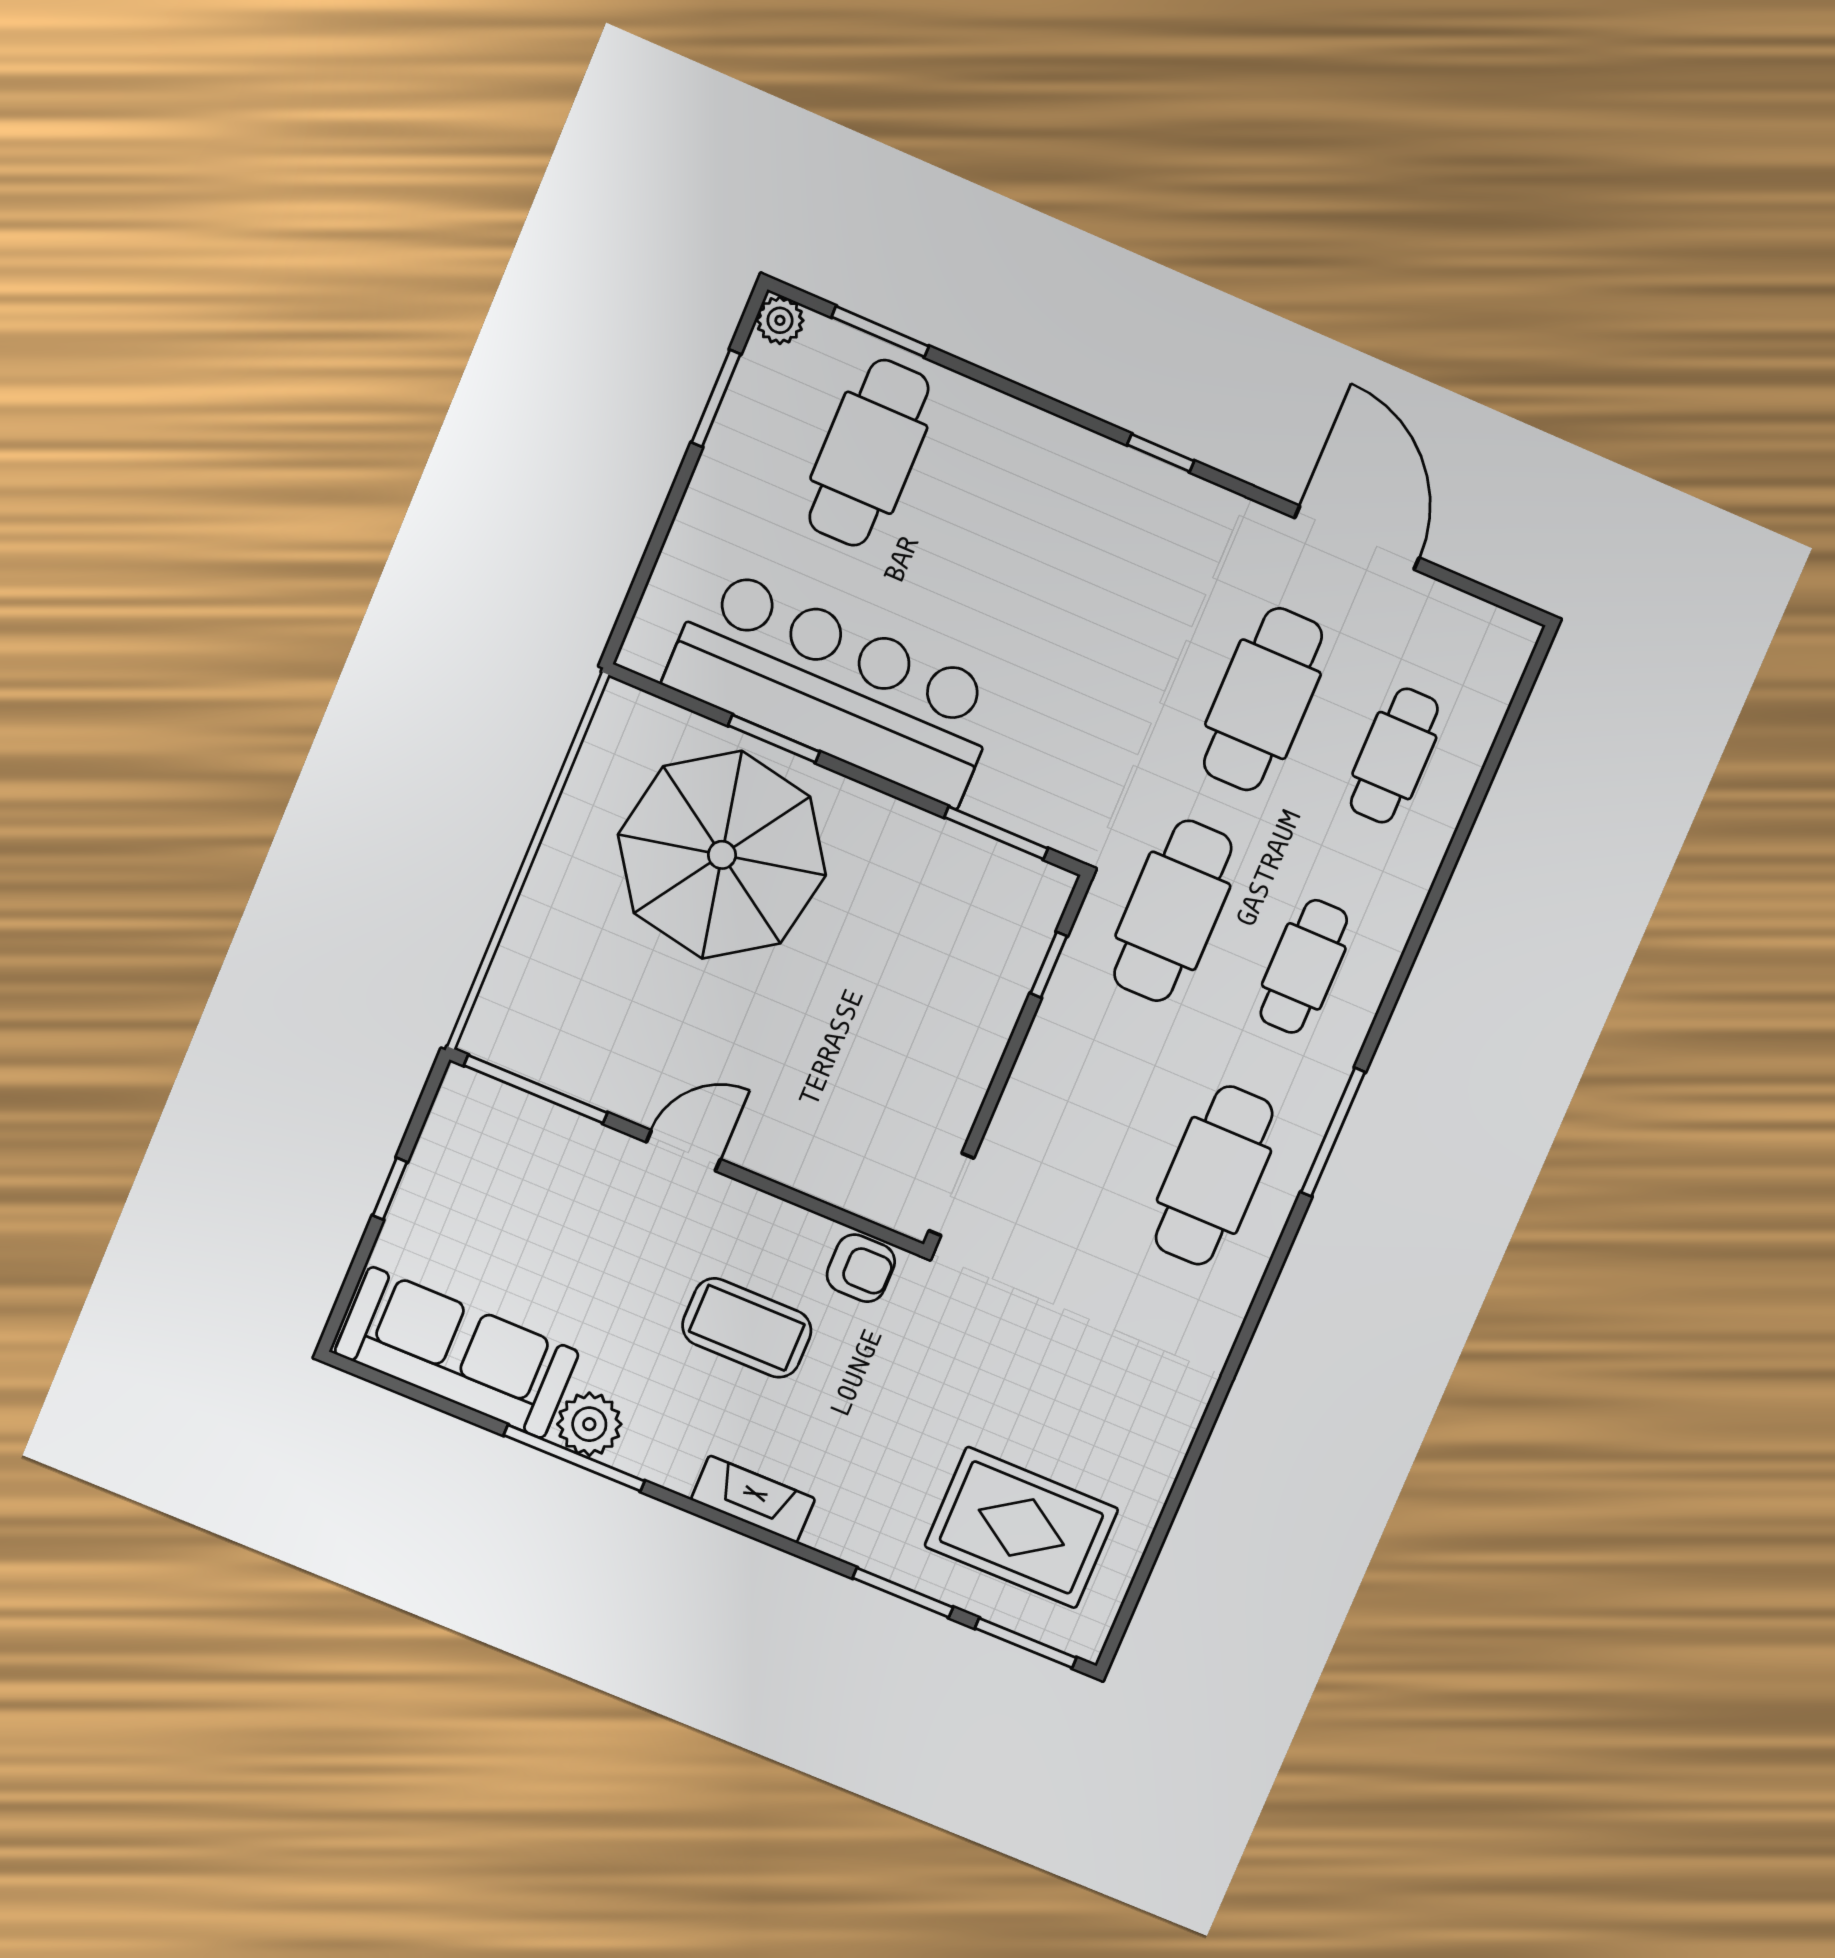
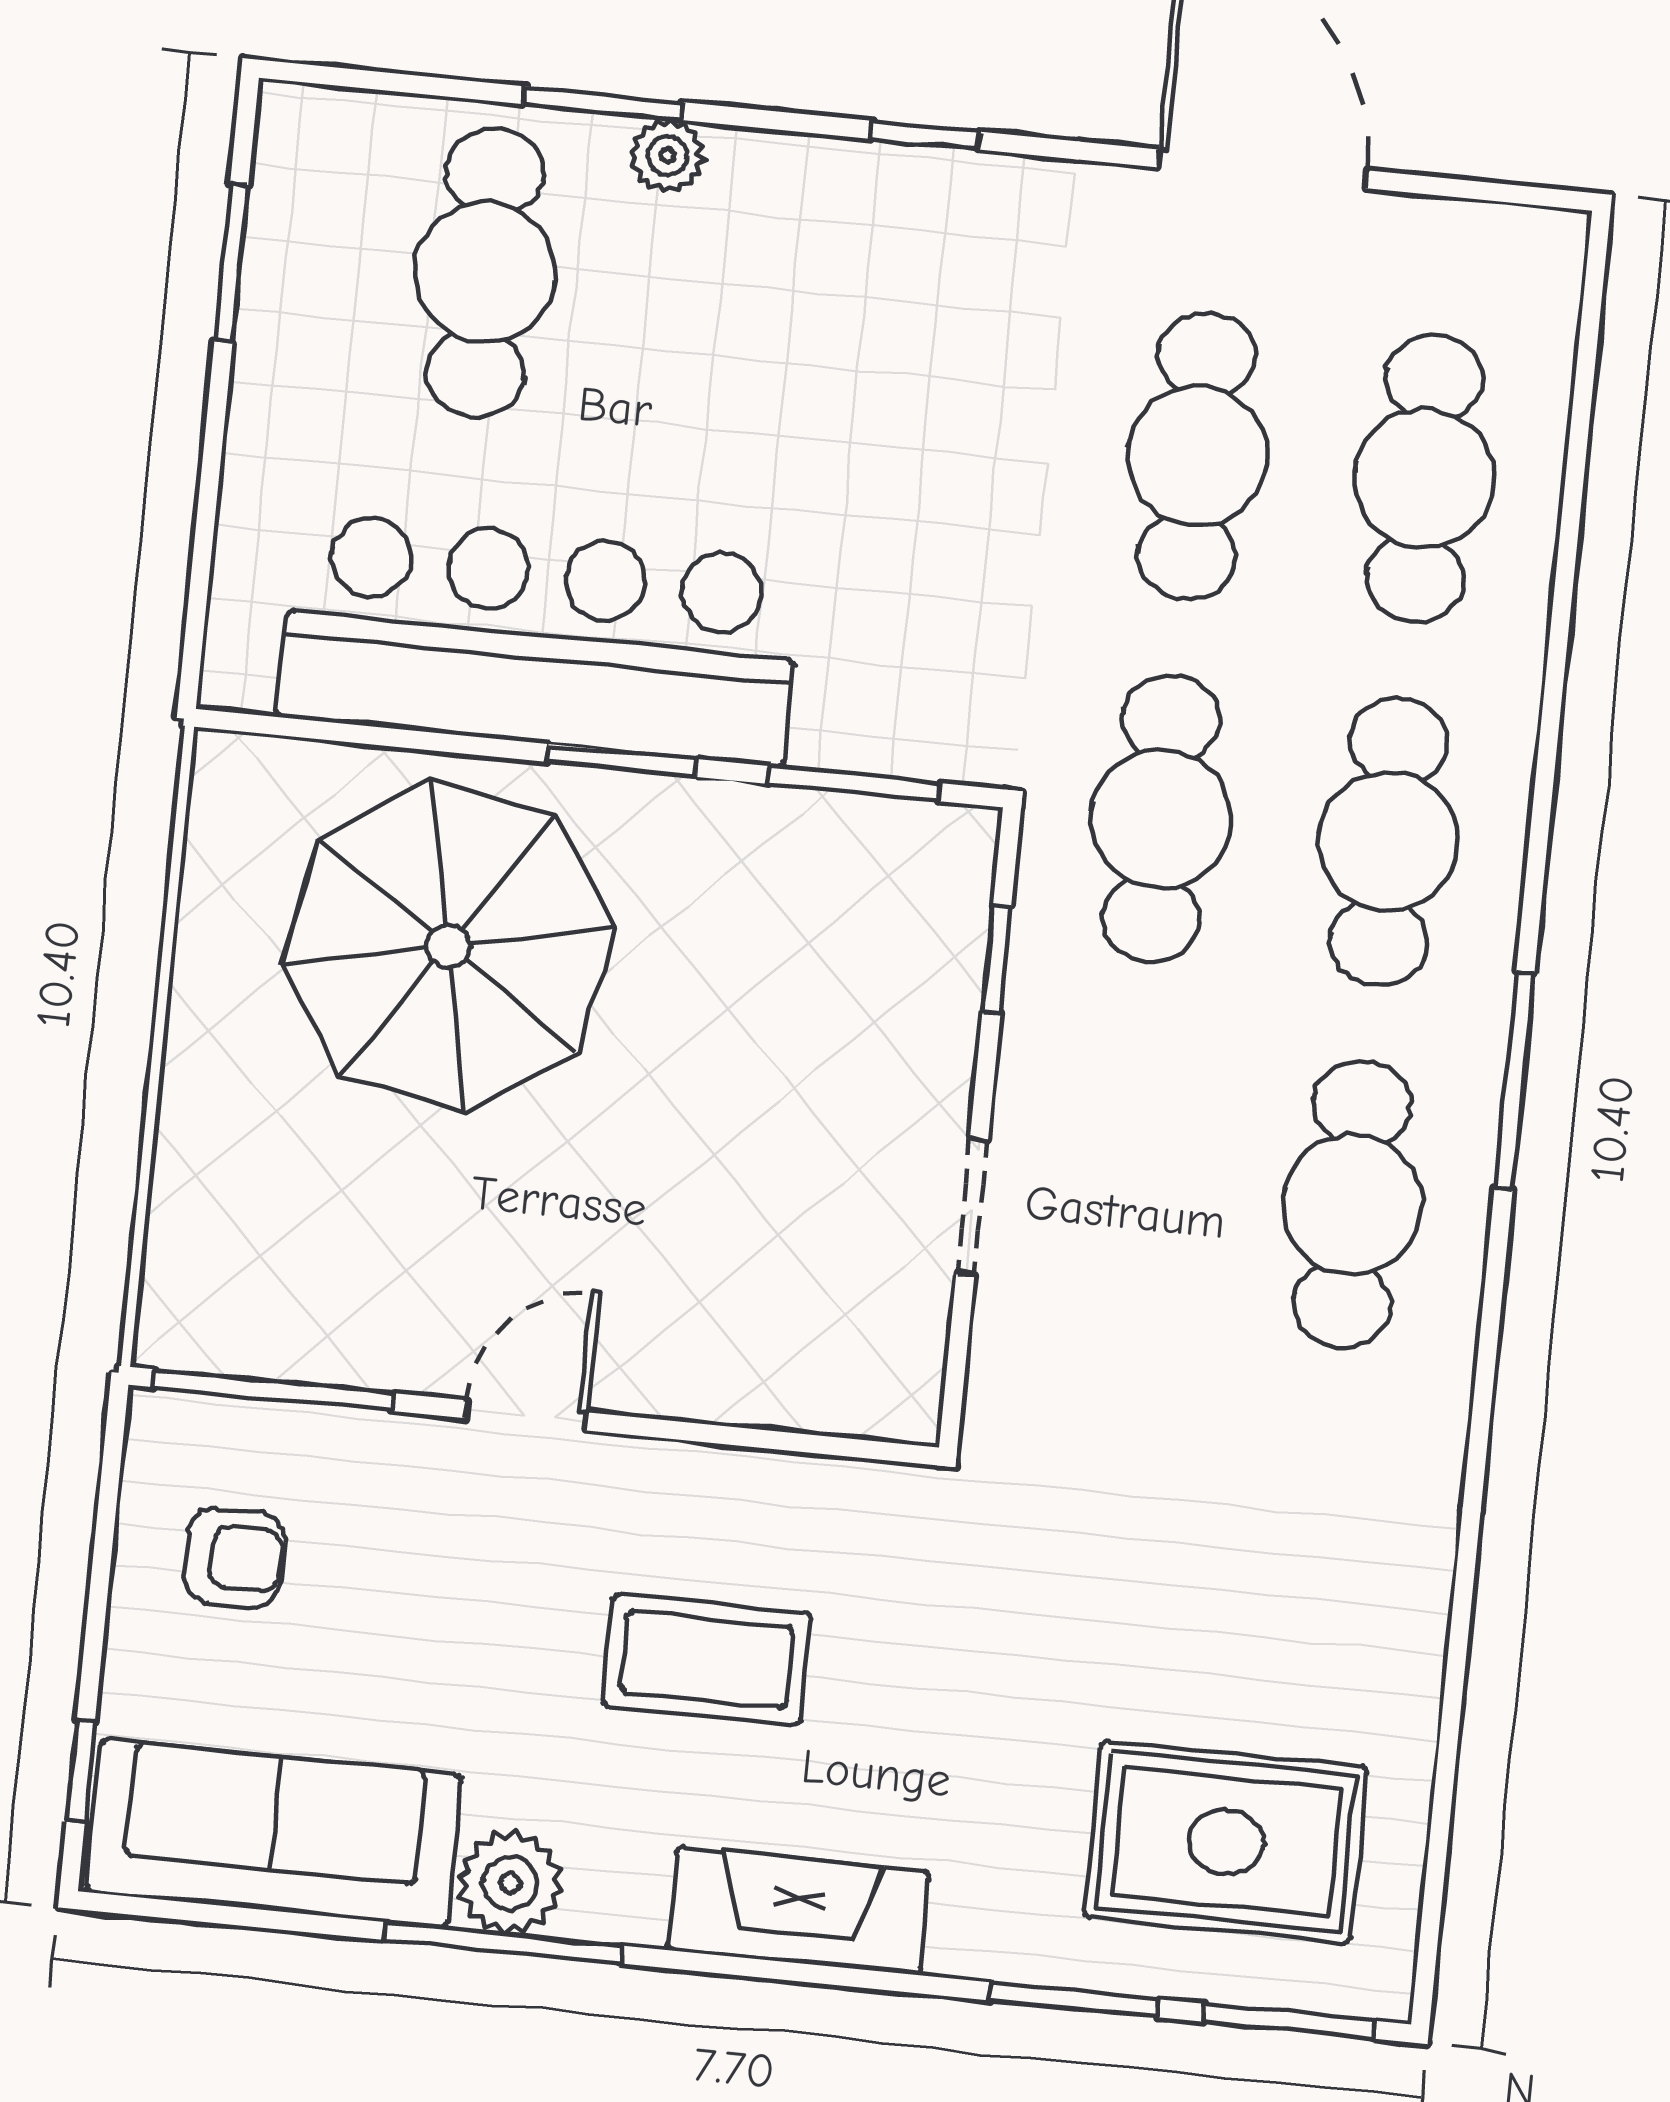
plant: (780, 320) -> (667, 155), moved
window: (880, 332) -> (603, 103), moved
window: (774, 739) -> (622, 760), moved
cafe table: (1394, 756) -> (1425, 479), width x1.37, depth x1.35
cafe table: (1304, 966) -> (1388, 841), width x1.37, depth x1.35
window: (390, 1189) -> (81, 1771), moved
doorway: (951, 1194) -> (972, 1207), moved
armchair: (861, 1268) -> (234, 1557), moved
fireplace: (753, 1499) -> (799, 1911), width x1.37, depth x1.32

